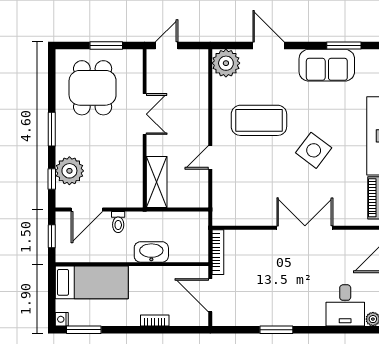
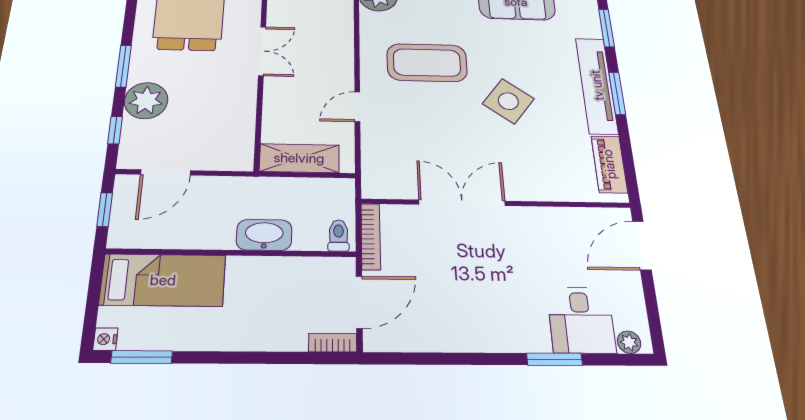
plant: (69, 171) -> (146, 101), moved
shelving: (157, 182) -> (299, 158), moved, turned 90
toilet: (118, 222) -> (339, 235), moved, turned 180
double door: (305, 228) -> (462, 203), moved
door: (210, 295) -> (359, 302), swing flipped
bookcase: (155, 320) -> (333, 343), moved
window: (276, 330) -> (554, 359), moved

